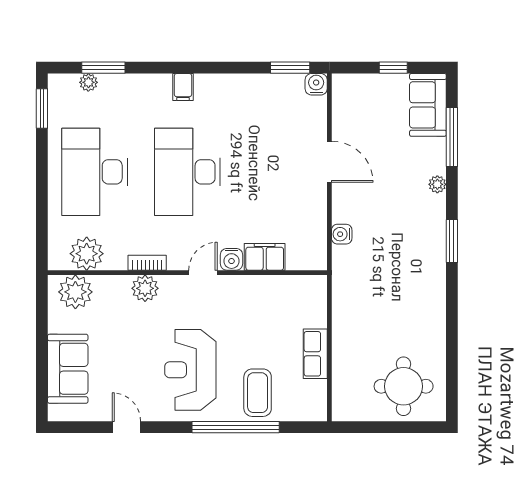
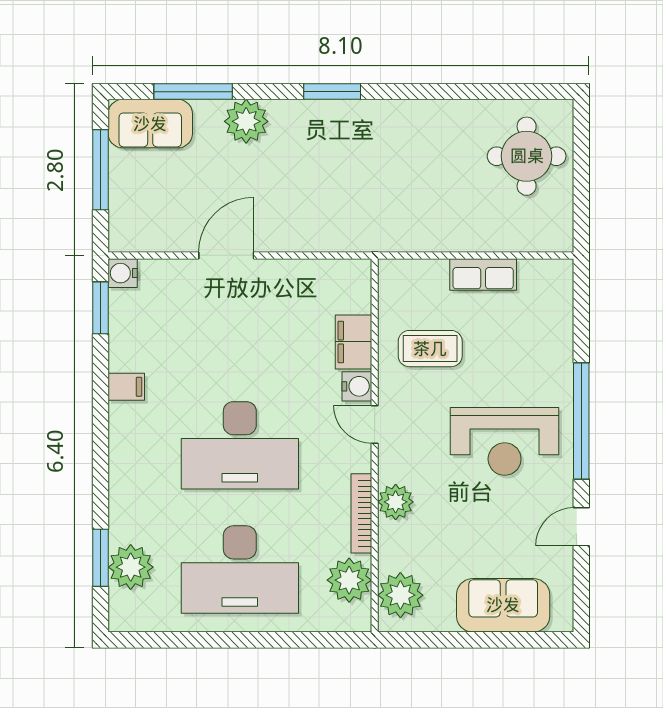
window: (393, 68) -> (100, 170), width x2.17
plant: (88, 82) -> (131, 567), width x1.88, depth x1.88
filing cabinet: (183, 87) -> (126, 387), moved
window: (42, 108) -> (155, 640), removed
plant: (437, 184) -> (246, 121), width x1.88, depth x1.88
water cooler: (342, 234) -> (323, 239), removed
bookcase: (147, 263) -> (361, 513), width x1.56
coffee table: (258, 393) -> (430, 349), moved
window: (236, 427) -> (581, 421), moved

